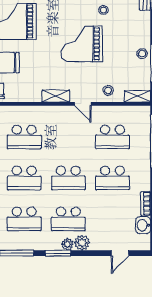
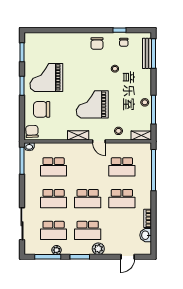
grand piano: (82, 44) -> (92, 104), moved
plant: (67, 244) -> (57, 250), moved

